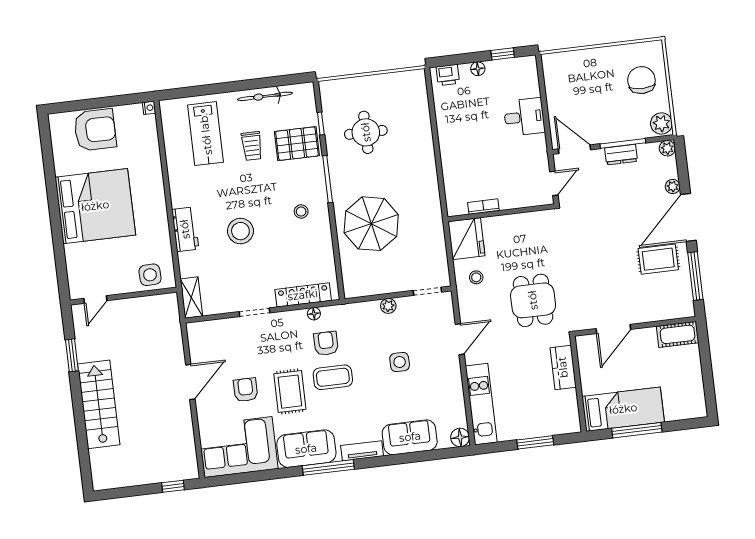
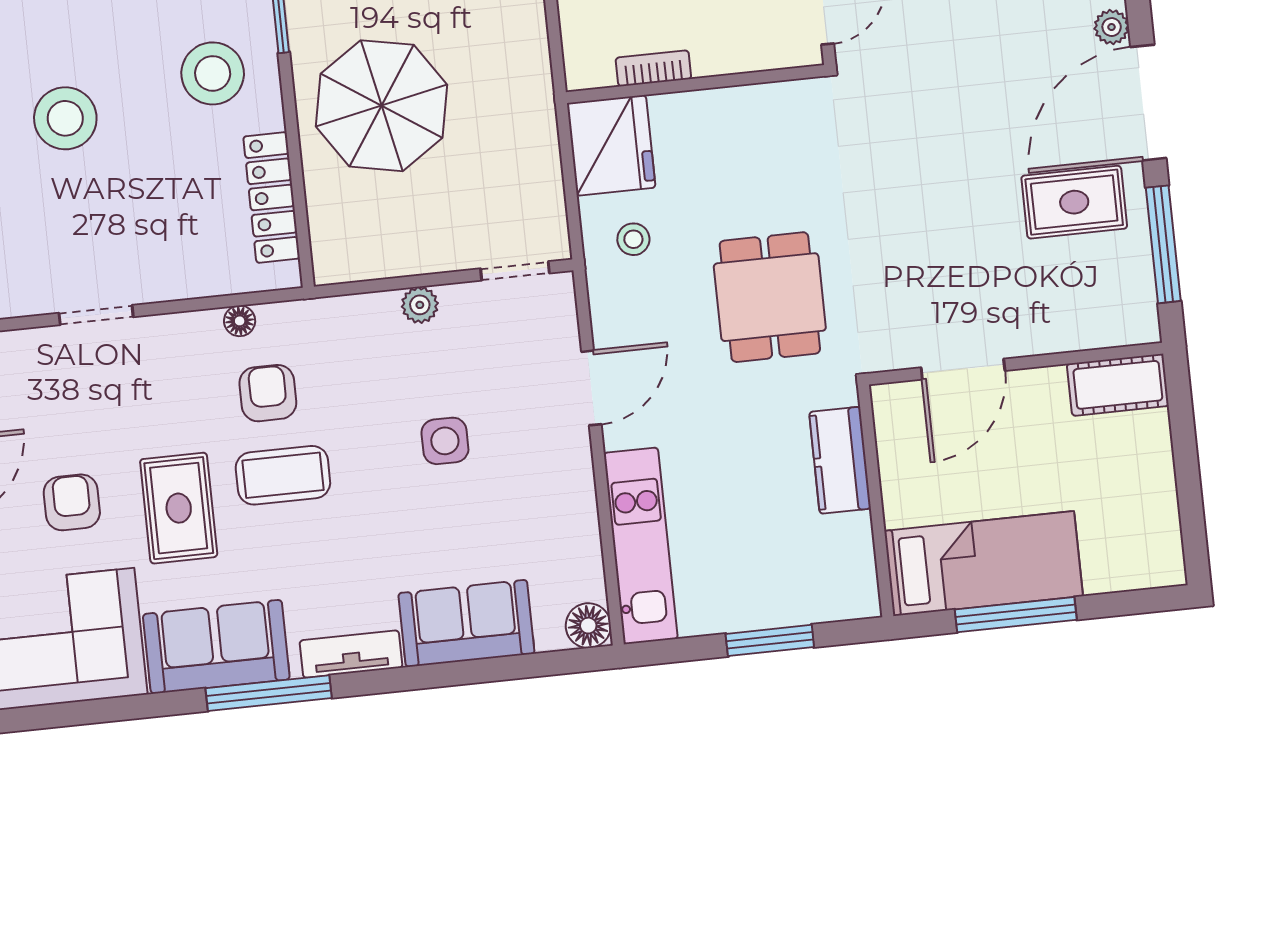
stool: (301, 212) -> (213, 73), width x1.89, depth x1.89
locker: (303, 295) -> (272, 198), moved, turned -90

